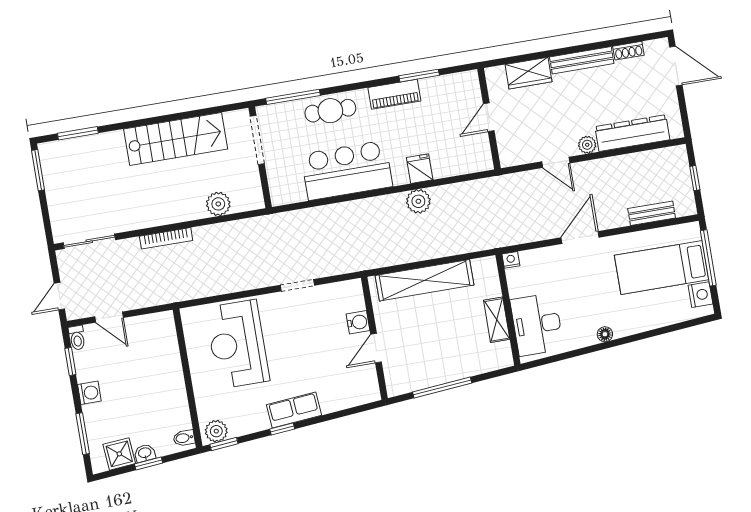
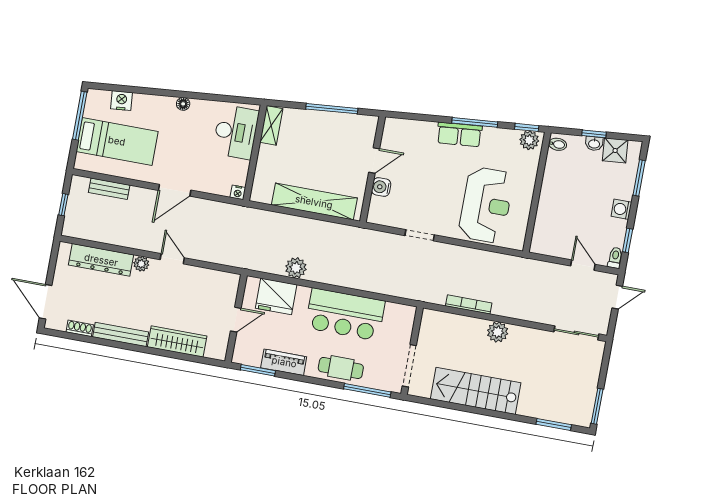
wardrobe: (529, 73) -> (177, 341), width x1.50
door: (489, 117) -> (236, 320), moved
wall: (489, 119) -> (236, 318), moved
fridge: (420, 169) -> (276, 296), width x1.88, depth x1.34
plant: (218, 204) -> (498, 332), moved
bookcase: (166, 238) -> (469, 304), moved
window: (708, 258) -> (80, 116), moved
nightstand: (700, 295) -> (122, 101), moved, turned 85
shelving: (497, 320) -> (271, 125), moved
window: (282, 429) -> (475, 122), width x2.17

